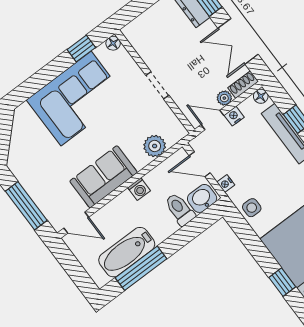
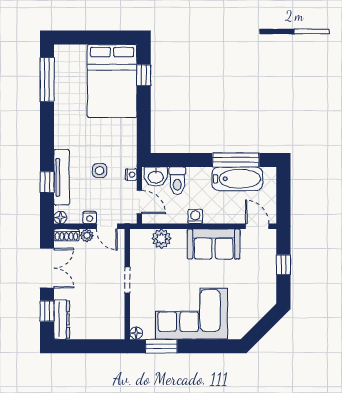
window: (81, 49) -> (161, 346), width x1.50
window: (26, 206) -> (283, 265), width x0.46
side table: (252, 208) -> (100, 171), moved

